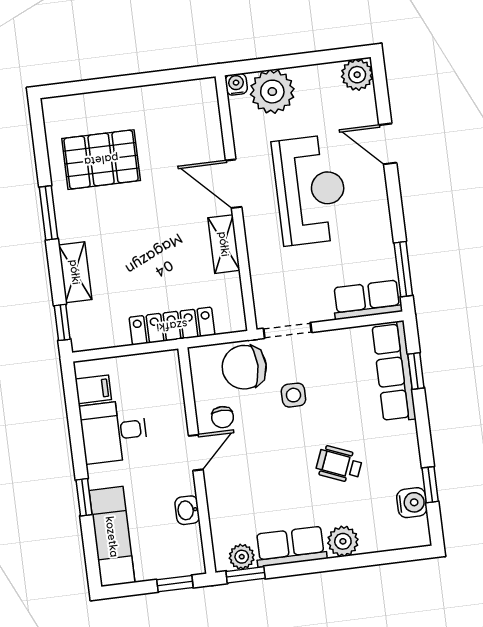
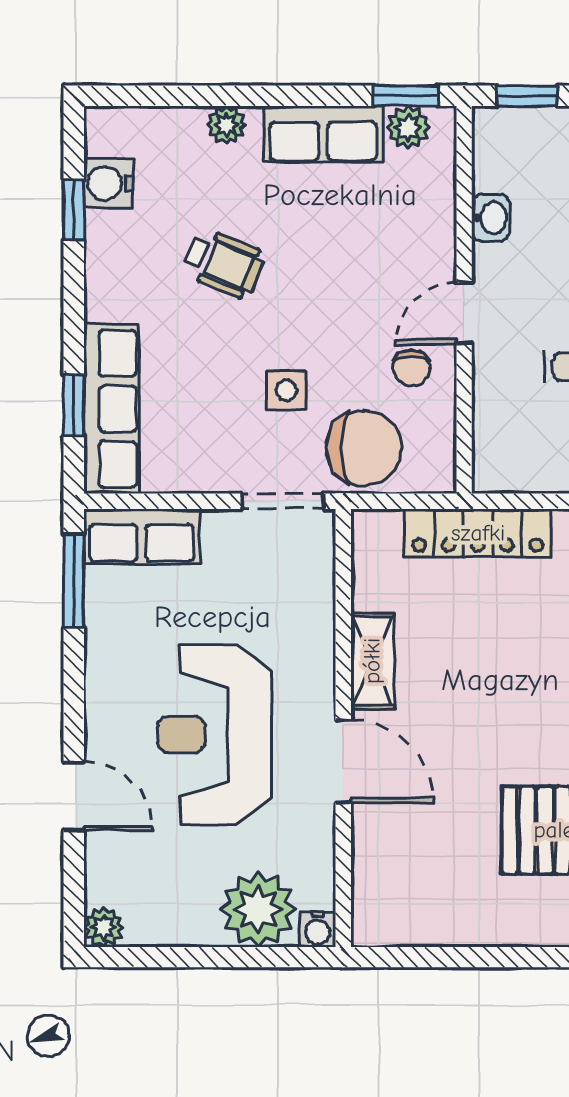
plant: (357, 75) -> (104, 927), width x0.73, depth x0.73
chair: (223, 417) -> (411, 368), turned 180
plant: (343, 541) -> (226, 125), width x0.73, depth x0.73

